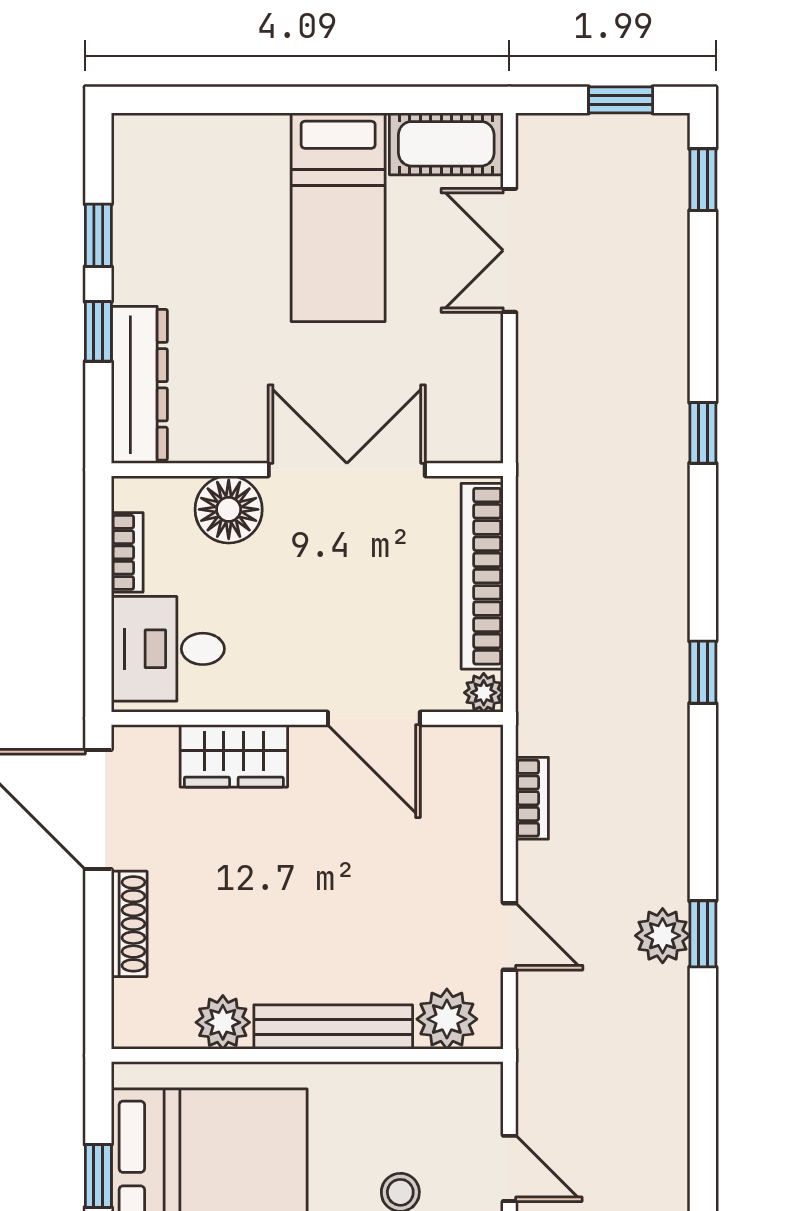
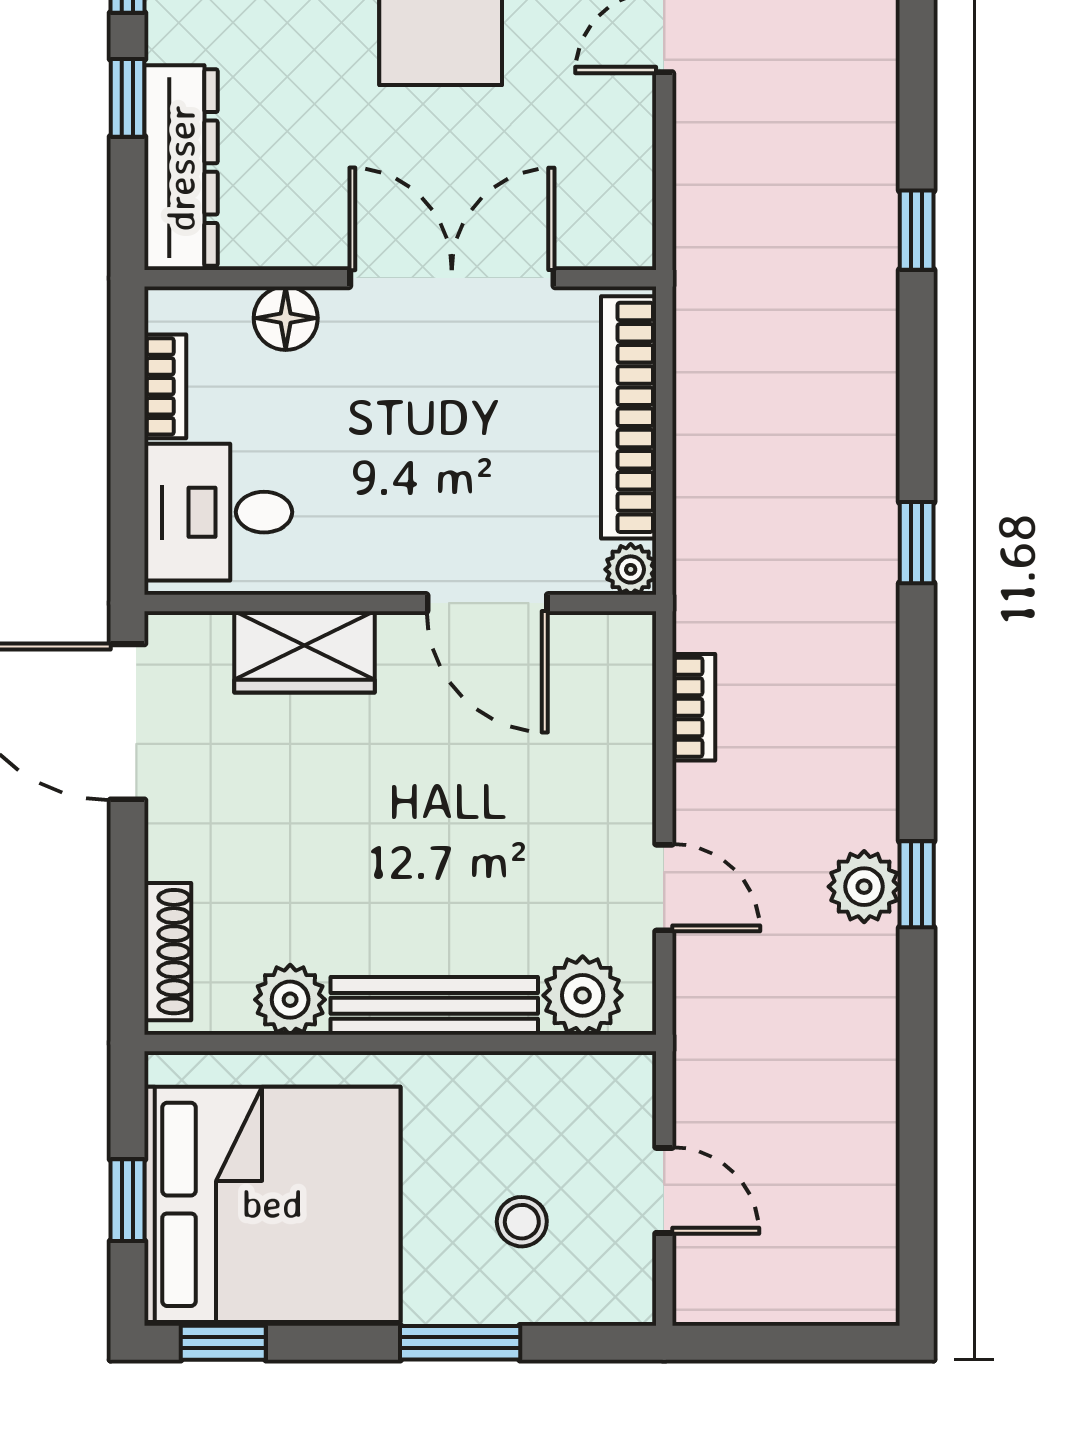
floor lamp: (229, 509) -> (286, 318), width x0.73, depth x0.73
shoe rack: (129, 924) -> (168, 952), moved

